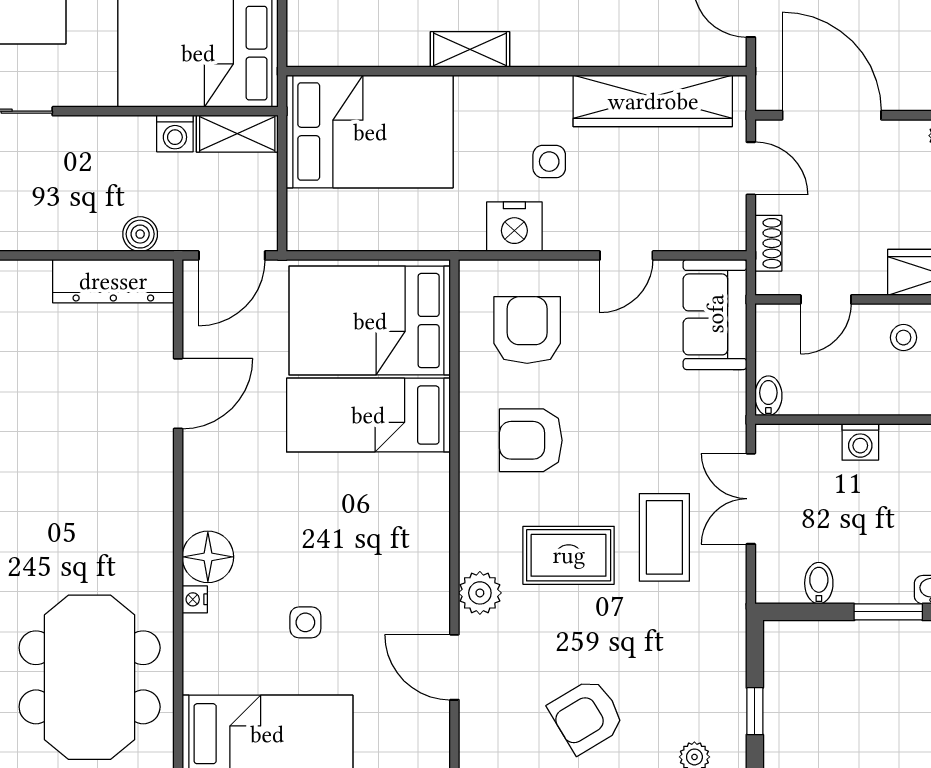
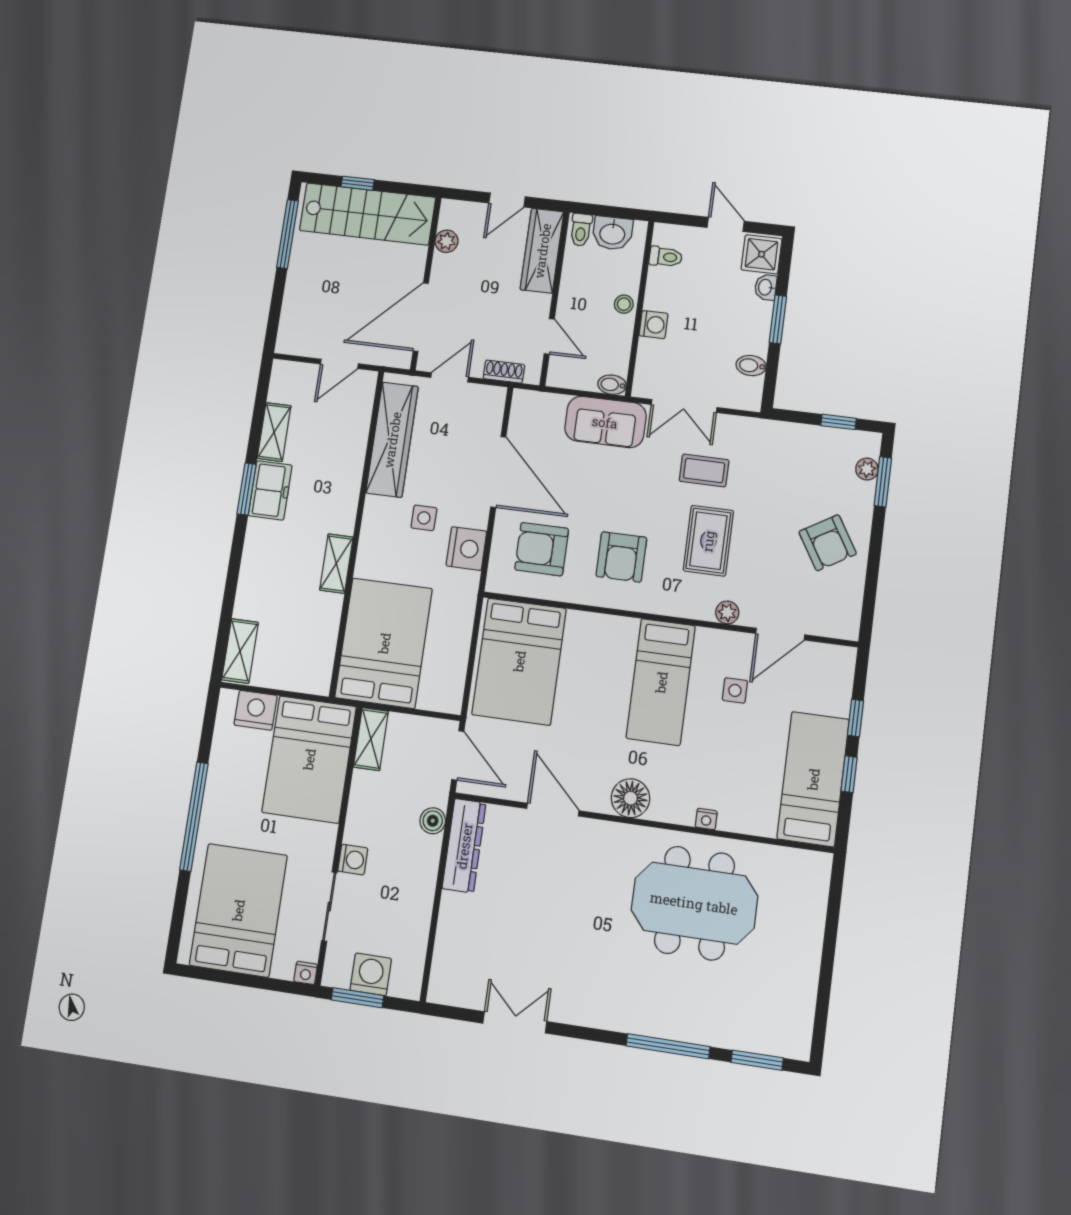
washing machine: (175, 134) -> (353, 860), moved
door: (626, 255) -> (498, 472), width x1.88
sofa: (715, 314) -> (605, 422), moved
stool: (903, 338) -> (624, 304), moved
bed: (368, 415) -> (661, 682), moved
coffee table: (664, 537) -> (704, 470), width x0.73, depth x0.77
floor lamp: (208, 557) -> (631, 798), moved
plant: (480, 593) -> (727, 613), width x0.73, depth x0.73
side table: (305, 622) -> (735, 690), moved
meeting table: (90, 677) -> (694, 903), moved

